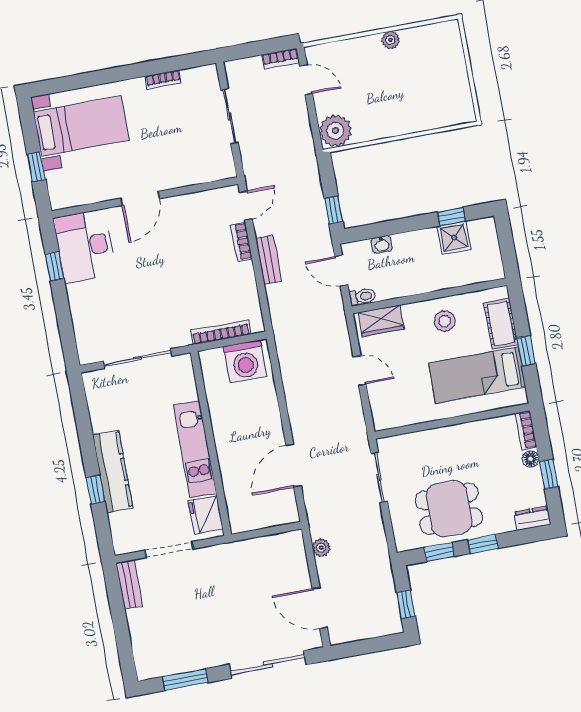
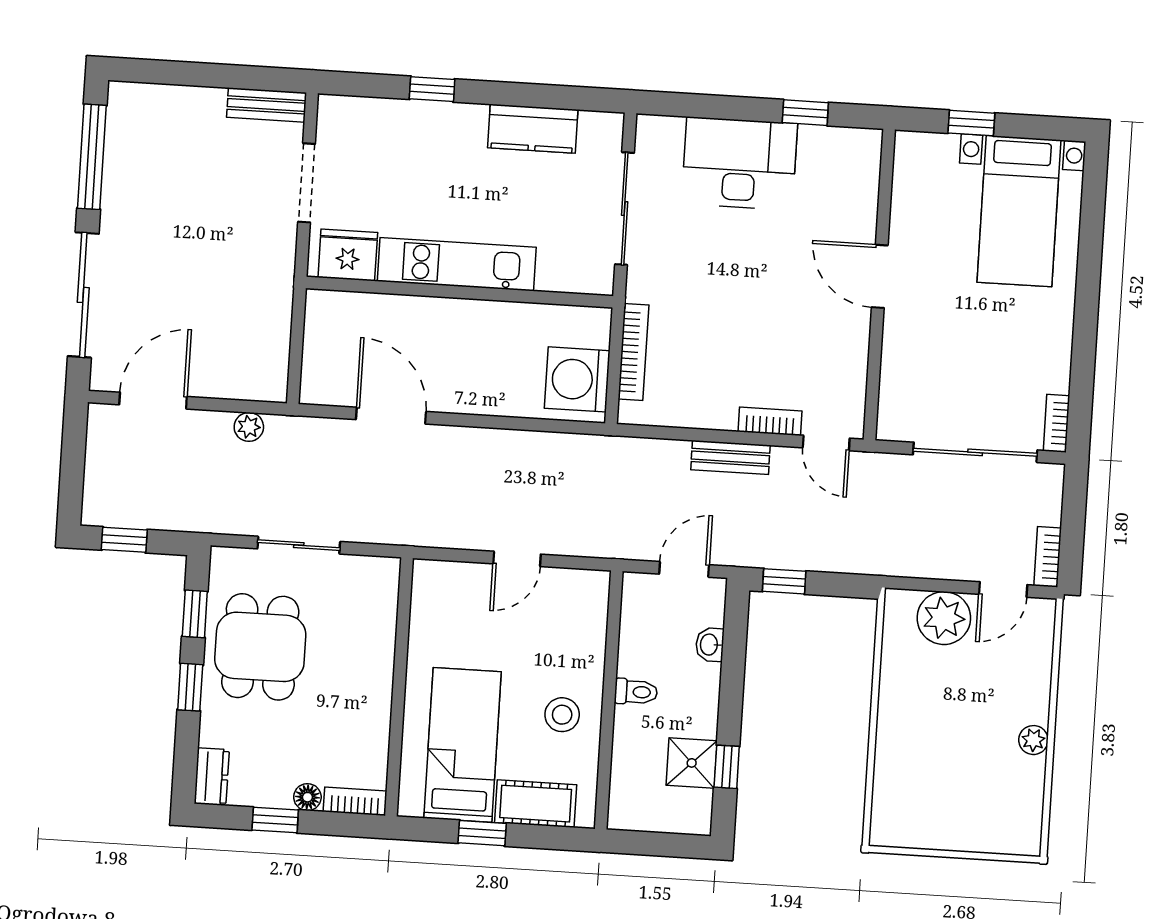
bookcase: (163, 80) -> (1057, 423), moved
sliding door: (230, 116) -> (975, 452), width x1.37
plant: (335, 131) -> (944, 618), moved
desk: (85, 246) -> (740, 163), moved
toilet: (362, 297) -> (636, 692), moved, turned -90
wardrobe: (381, 321) -> (588, 613), removed
kitchen counter: (113, 471) -> (533, 129), moved, width x0.67
sliding door: (379, 477) -> (299, 545), moved
window: (185, 680) -> (92, 157), width x1.44

